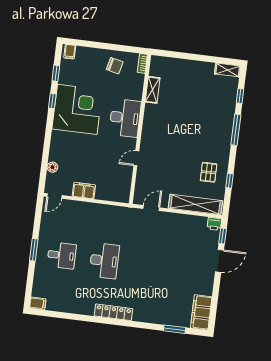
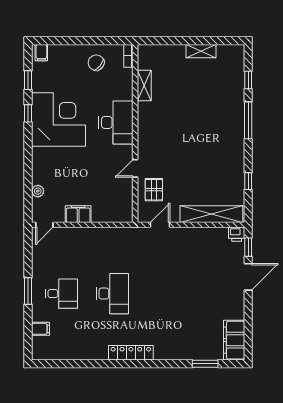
chair: (115, 66) -> (96, 63), turned -153
shelving: (228, 70) -> (201, 51), moved
pallet: (209, 172) -> (154, 190), moved
filing cabinet: (38, 303) -> (41, 329), moved

